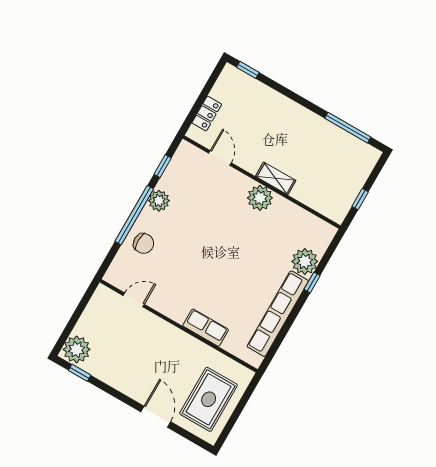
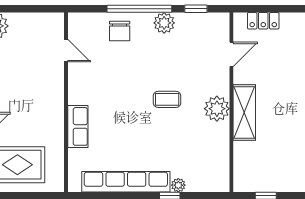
shelving: (276, 178) -> (244, 113), width x1.50, depth x1.33
coffee table: (227, 237) -> (167, 99), added
plant: (305, 261) -> (178, 185), width x0.53, depth x0.53

